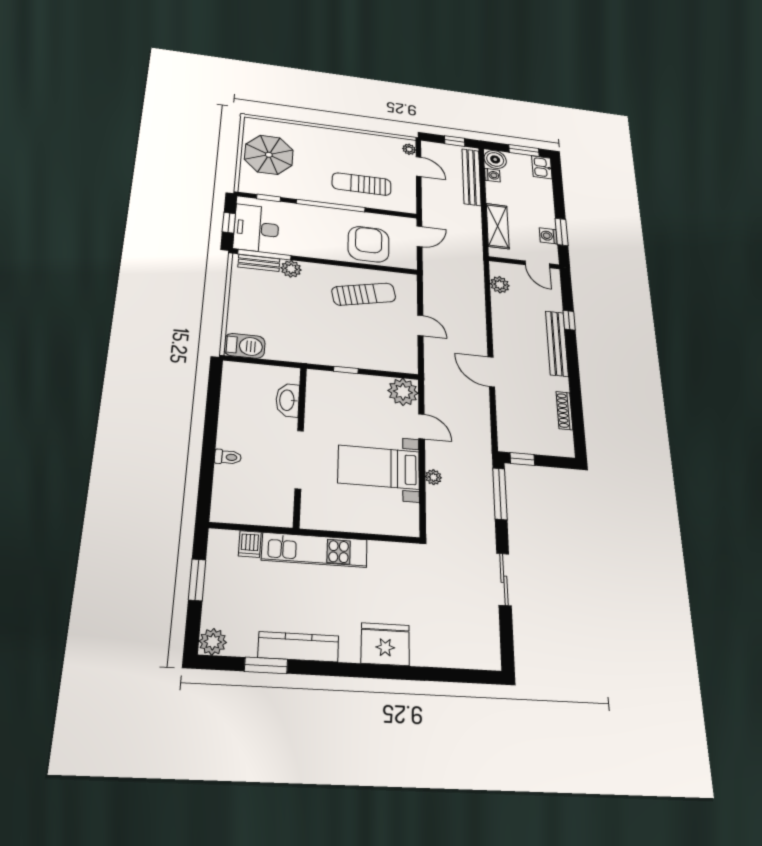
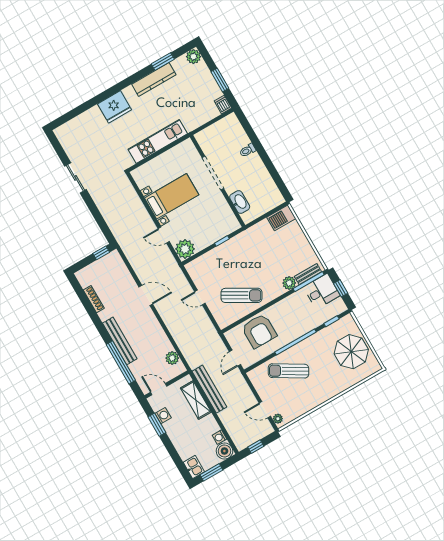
bench: (471, 177) -> (209, 389), moved
sun lounger: (362, 184) -> (288, 371), turned -149
desk: (256, 228) -> (322, 291), width x0.73
sun lounger: (364, 294) -> (242, 295), turned -138
window: (569, 320) -> (121, 362), width x3.17
plant: (433, 477) -> (141, 210), removed
window: (500, 494) -> (102, 224), removed
dishwasher: (250, 544) -> (223, 105), moved
kitchen unit: (315, 550) -> (158, 141), moved

